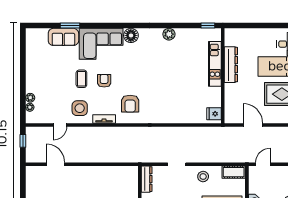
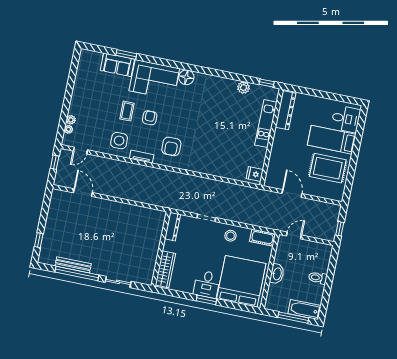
plant: (169, 34) -> (244, 88), moved
dresser: (231, 65) -> (286, 110), moved
door: (60, 125) -> (80, 150), moved

